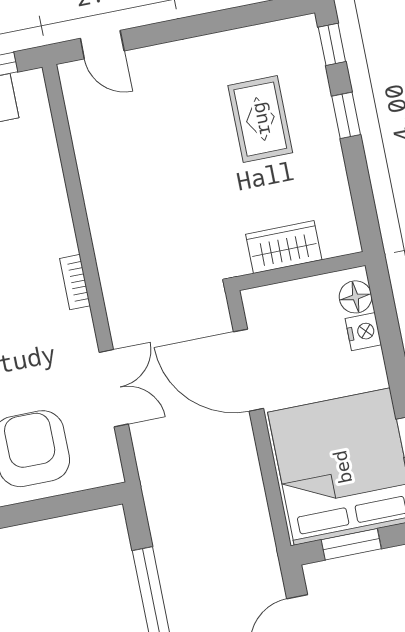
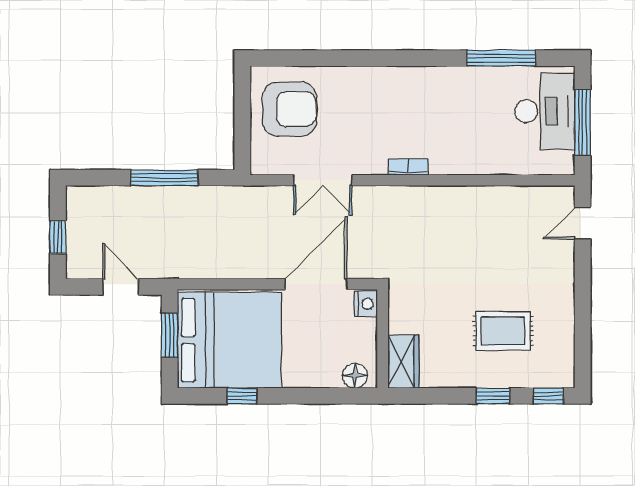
wardrobe: (284, 247) -> (403, 361), moved
nightstand: (363, 332) -> (366, 304), moved, turned -90

